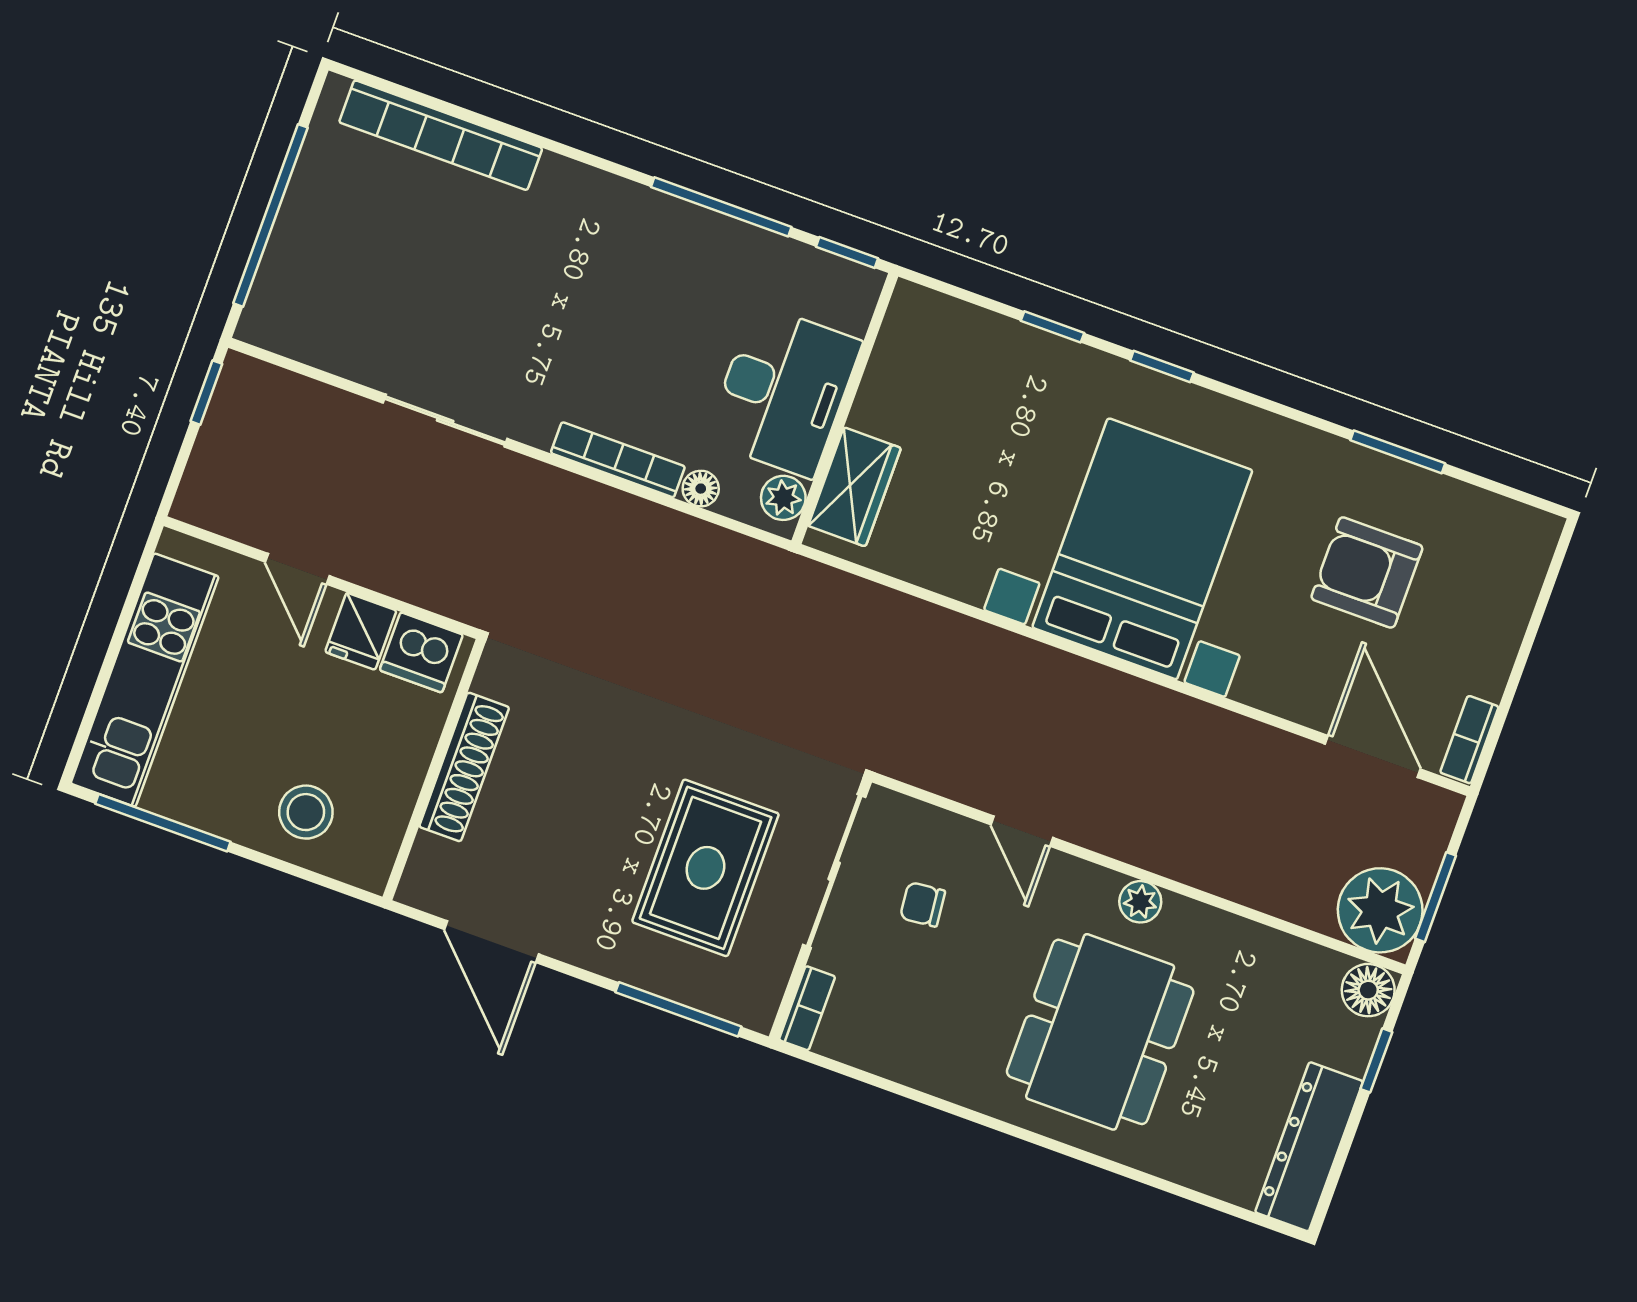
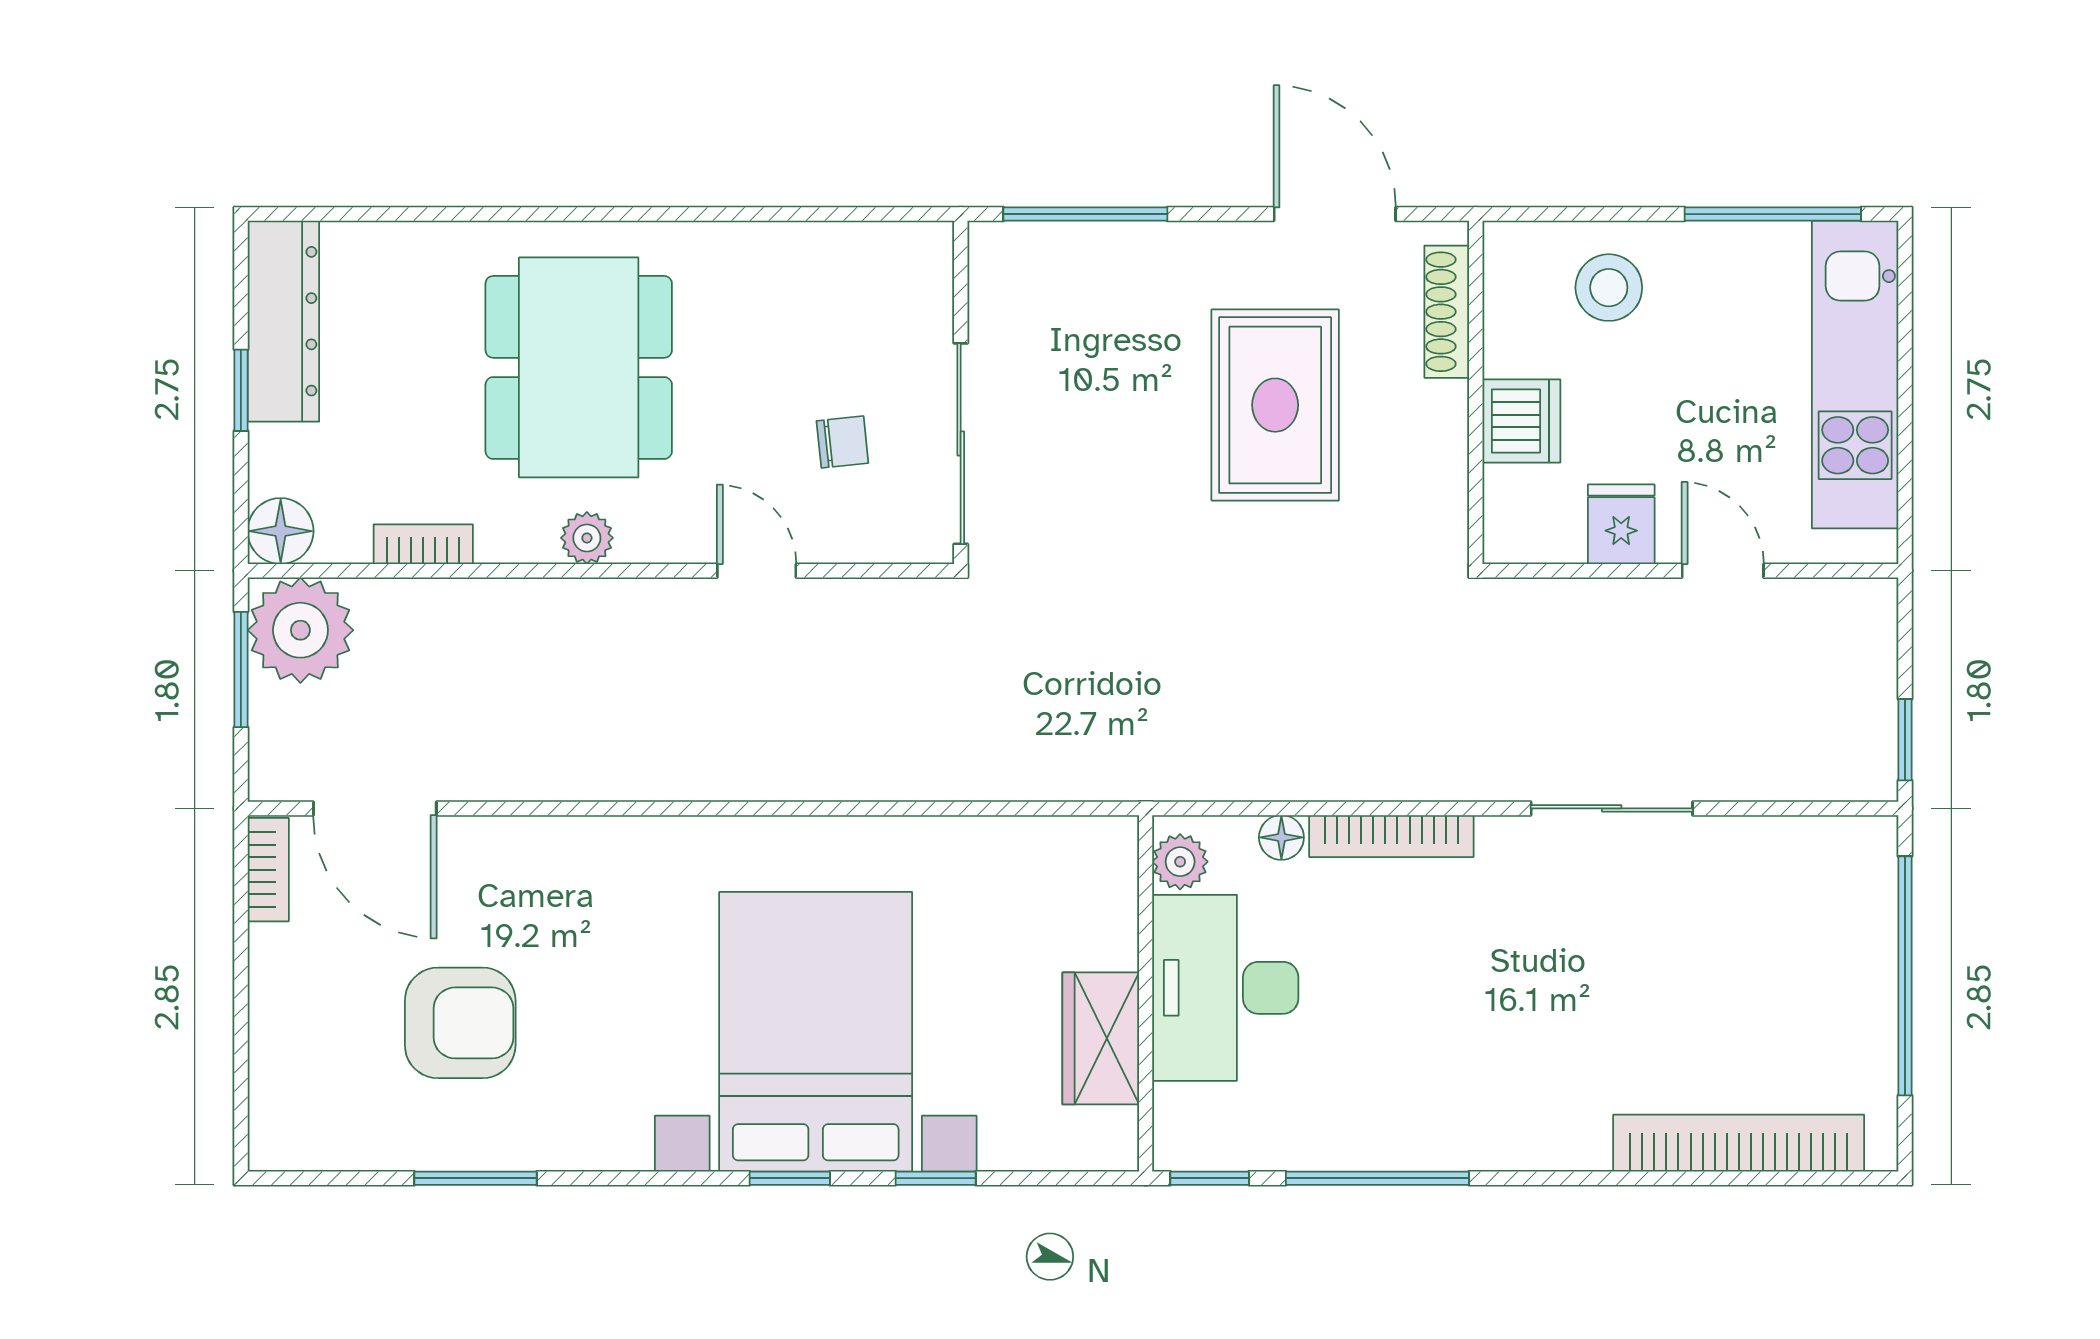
wardrobe: (855, 487) -> (1101, 1038), moved
bed with nightstands: (1142, 549) -> (816, 1032), moved, turned 180
dishwasher: (421, 652) -> (1521, 421), moved, turned 90
shoe rack: (464, 767) -> (1447, 312), moved, width x0.74, depth x0.81
rug: (705, 868) -> (1275, 405), moved
bookcase: (807, 1008) -> (423, 544), moved, turned 90
window: (1376, 1060) -> (241, 390), moved

